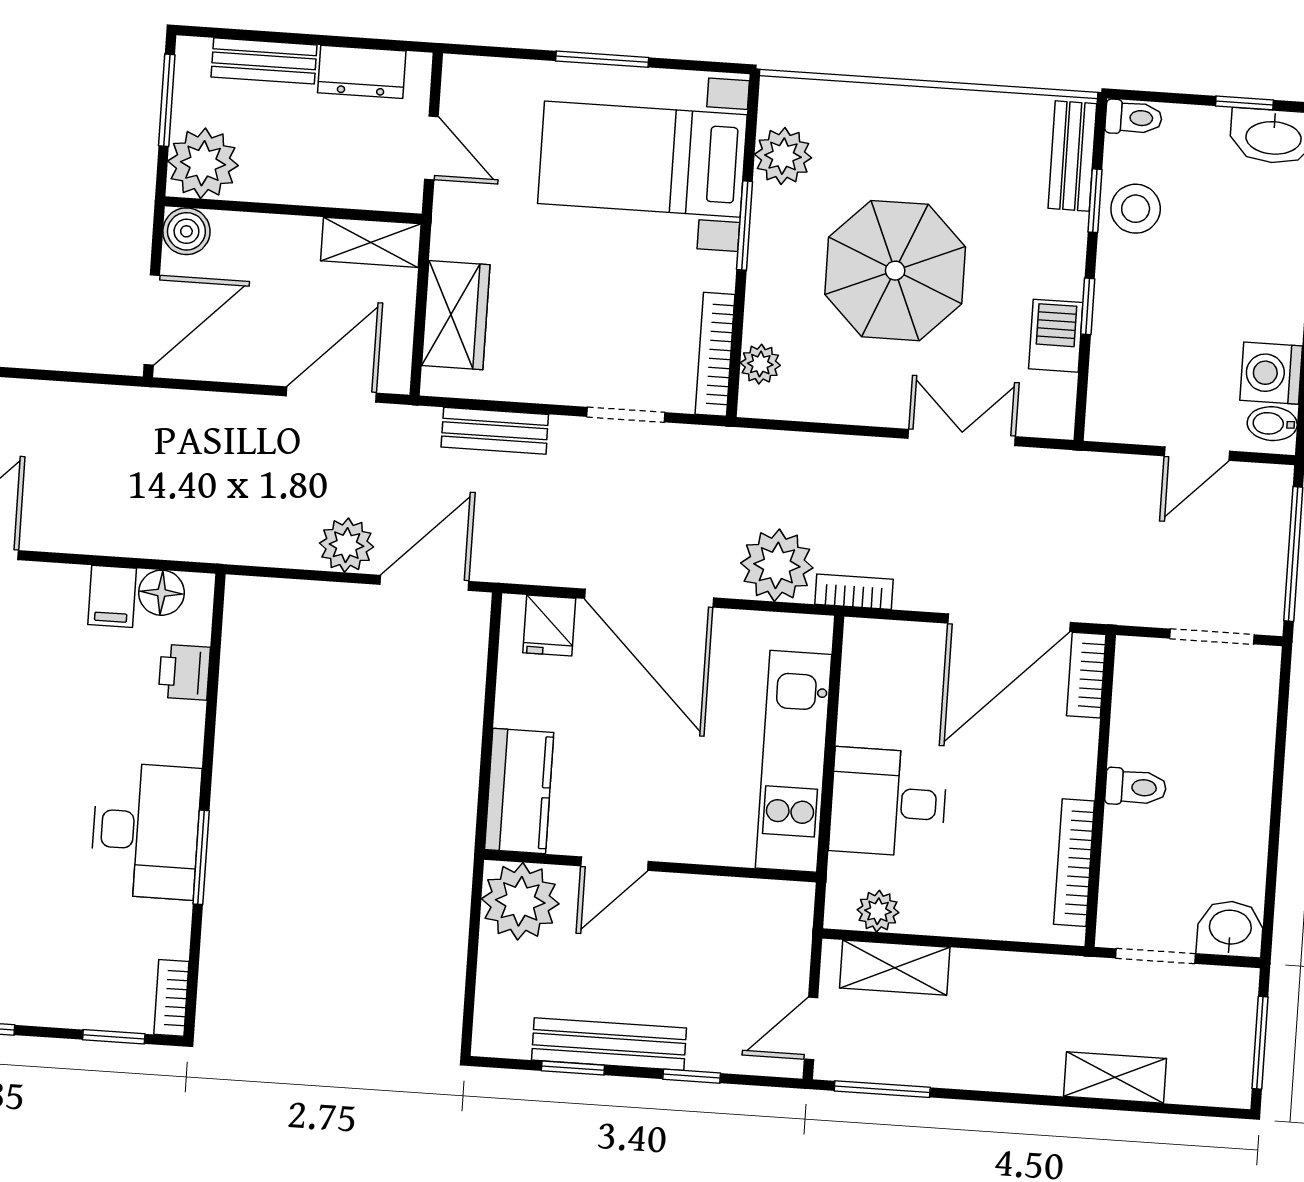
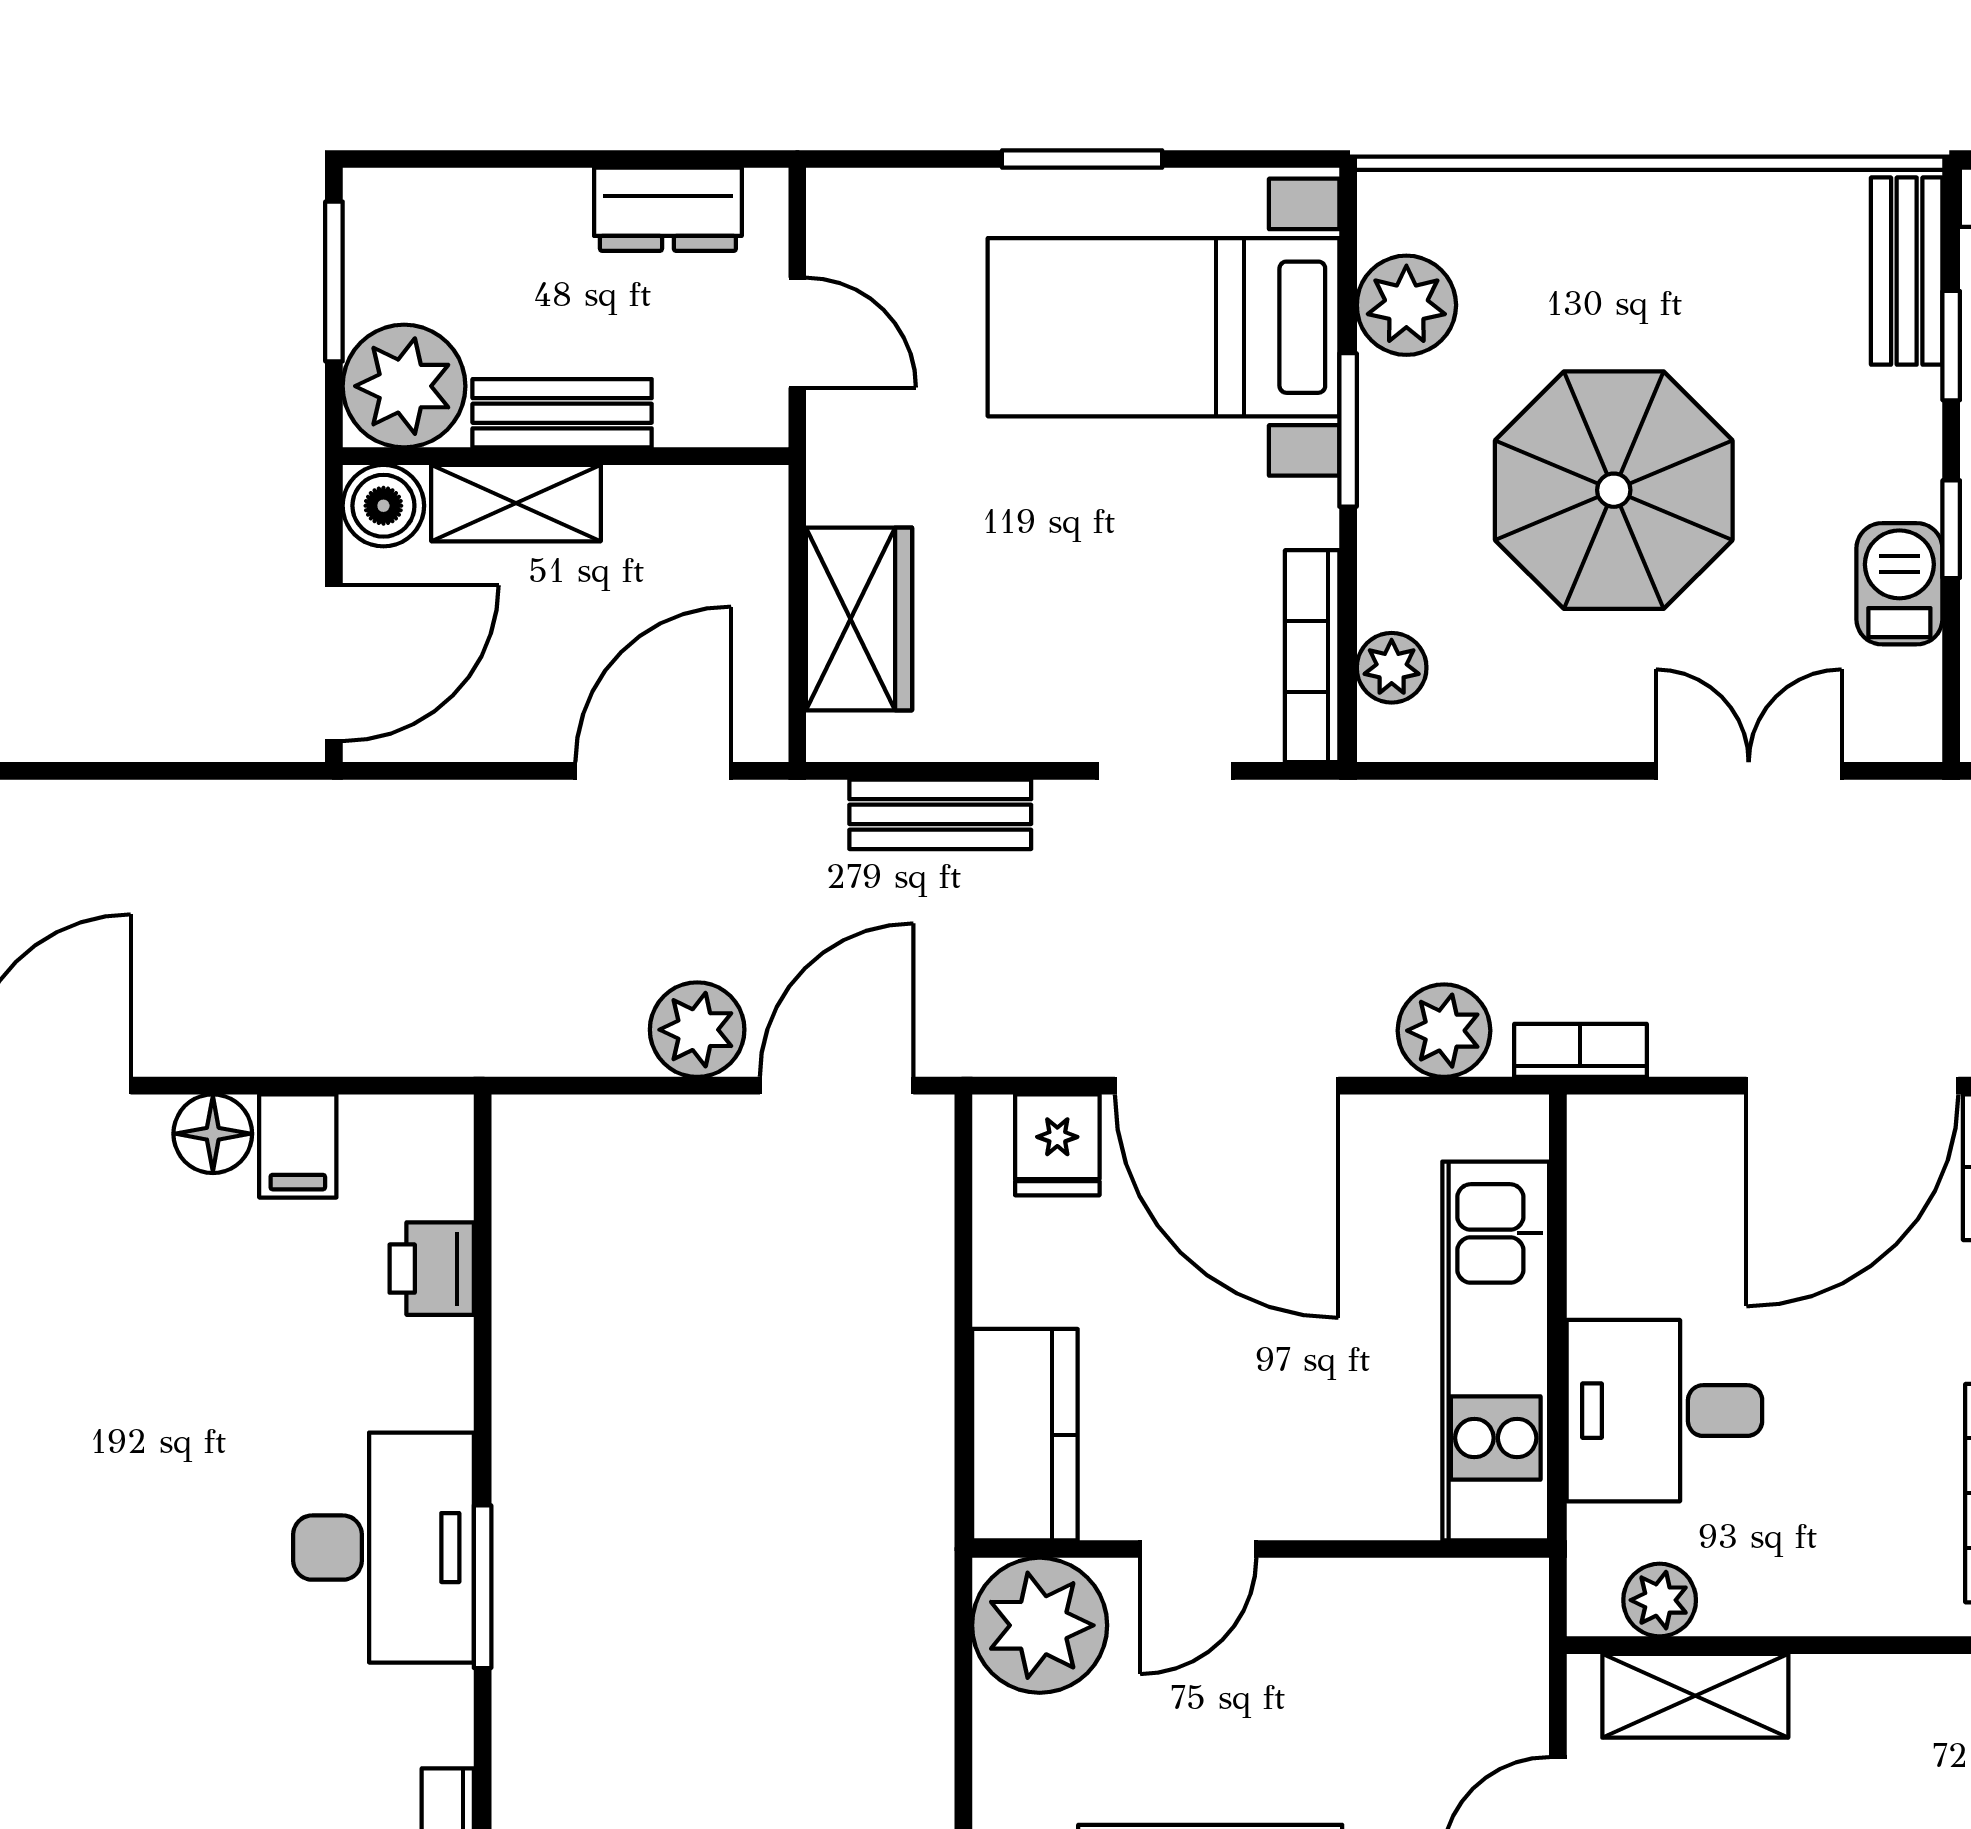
bench: (264, 61) -> (562, 413), moved
shelving: (371, 242) -> (516, 503), moved
plant: (777, 565) -> (1444, 1031), width x0.73, depth x0.73
floor lamp: (161, 593) -> (213, 1134), moved

